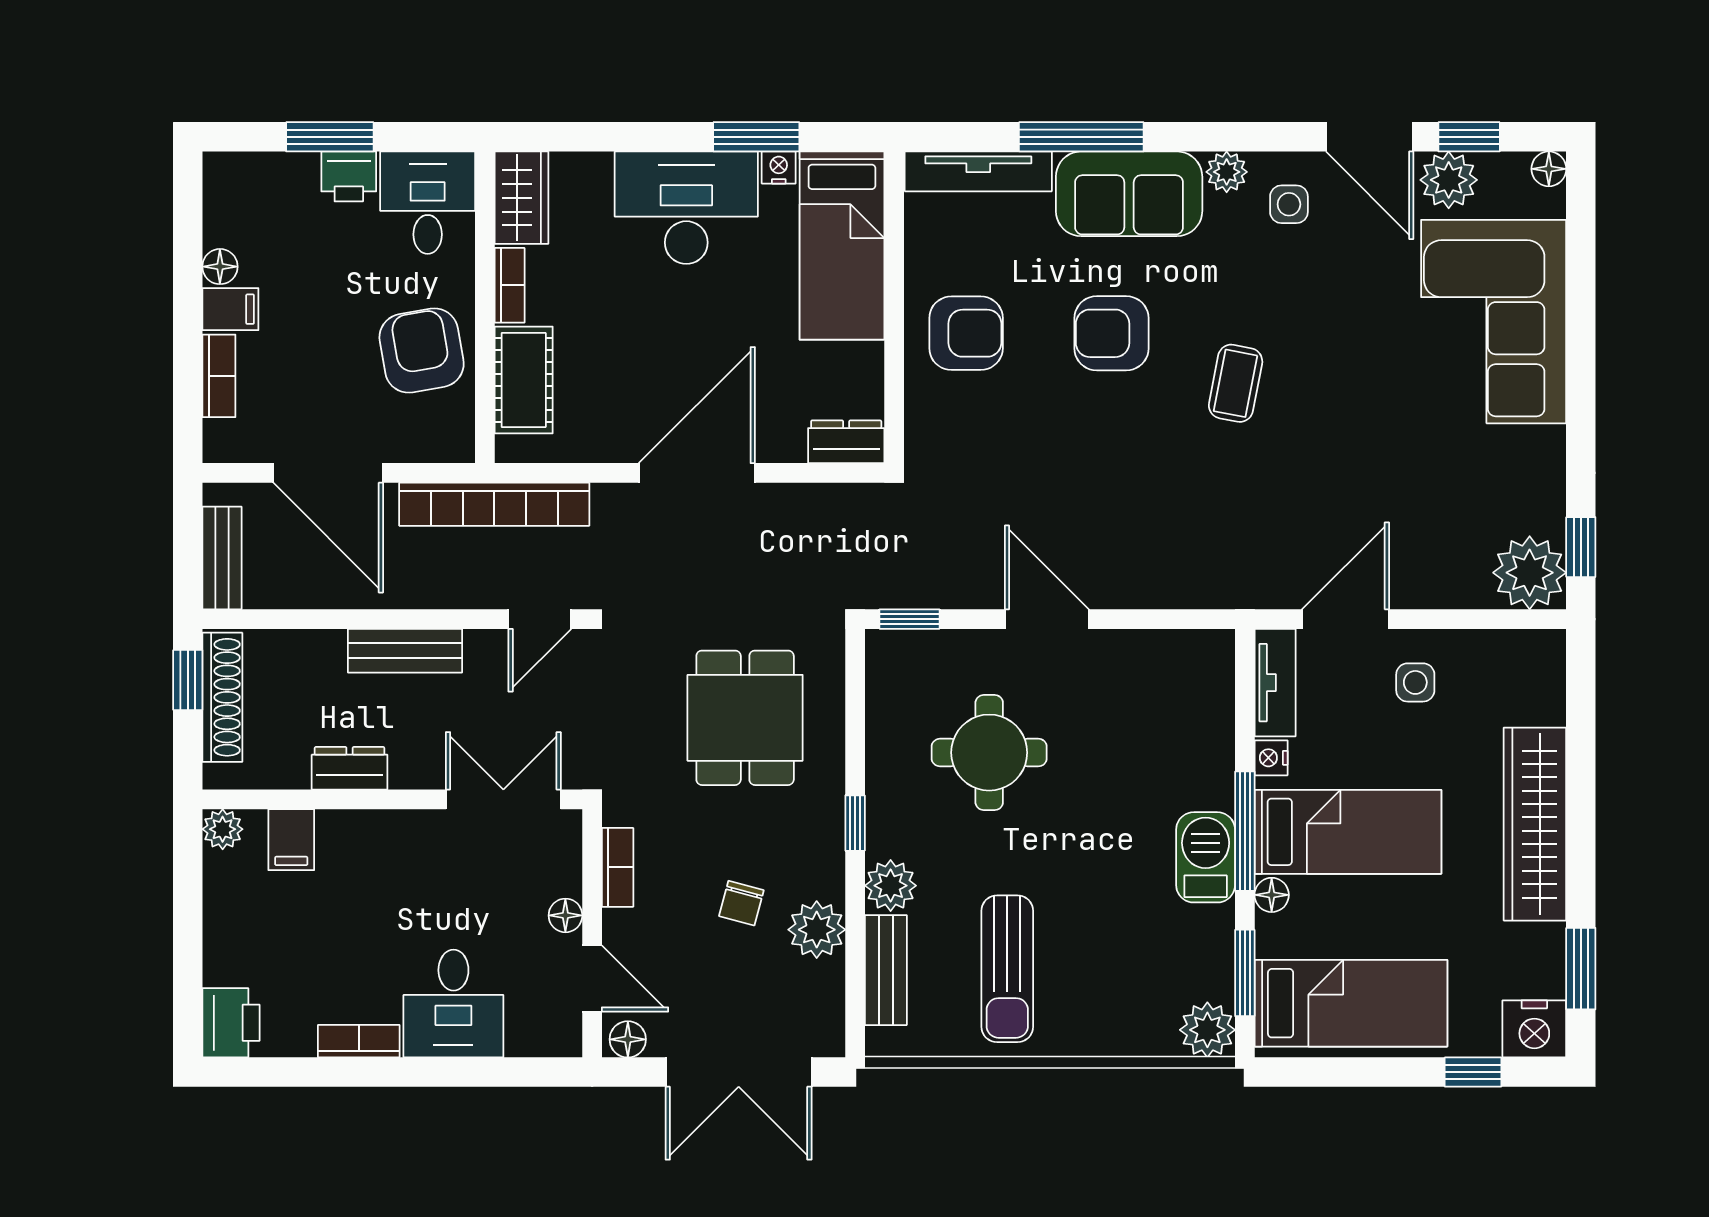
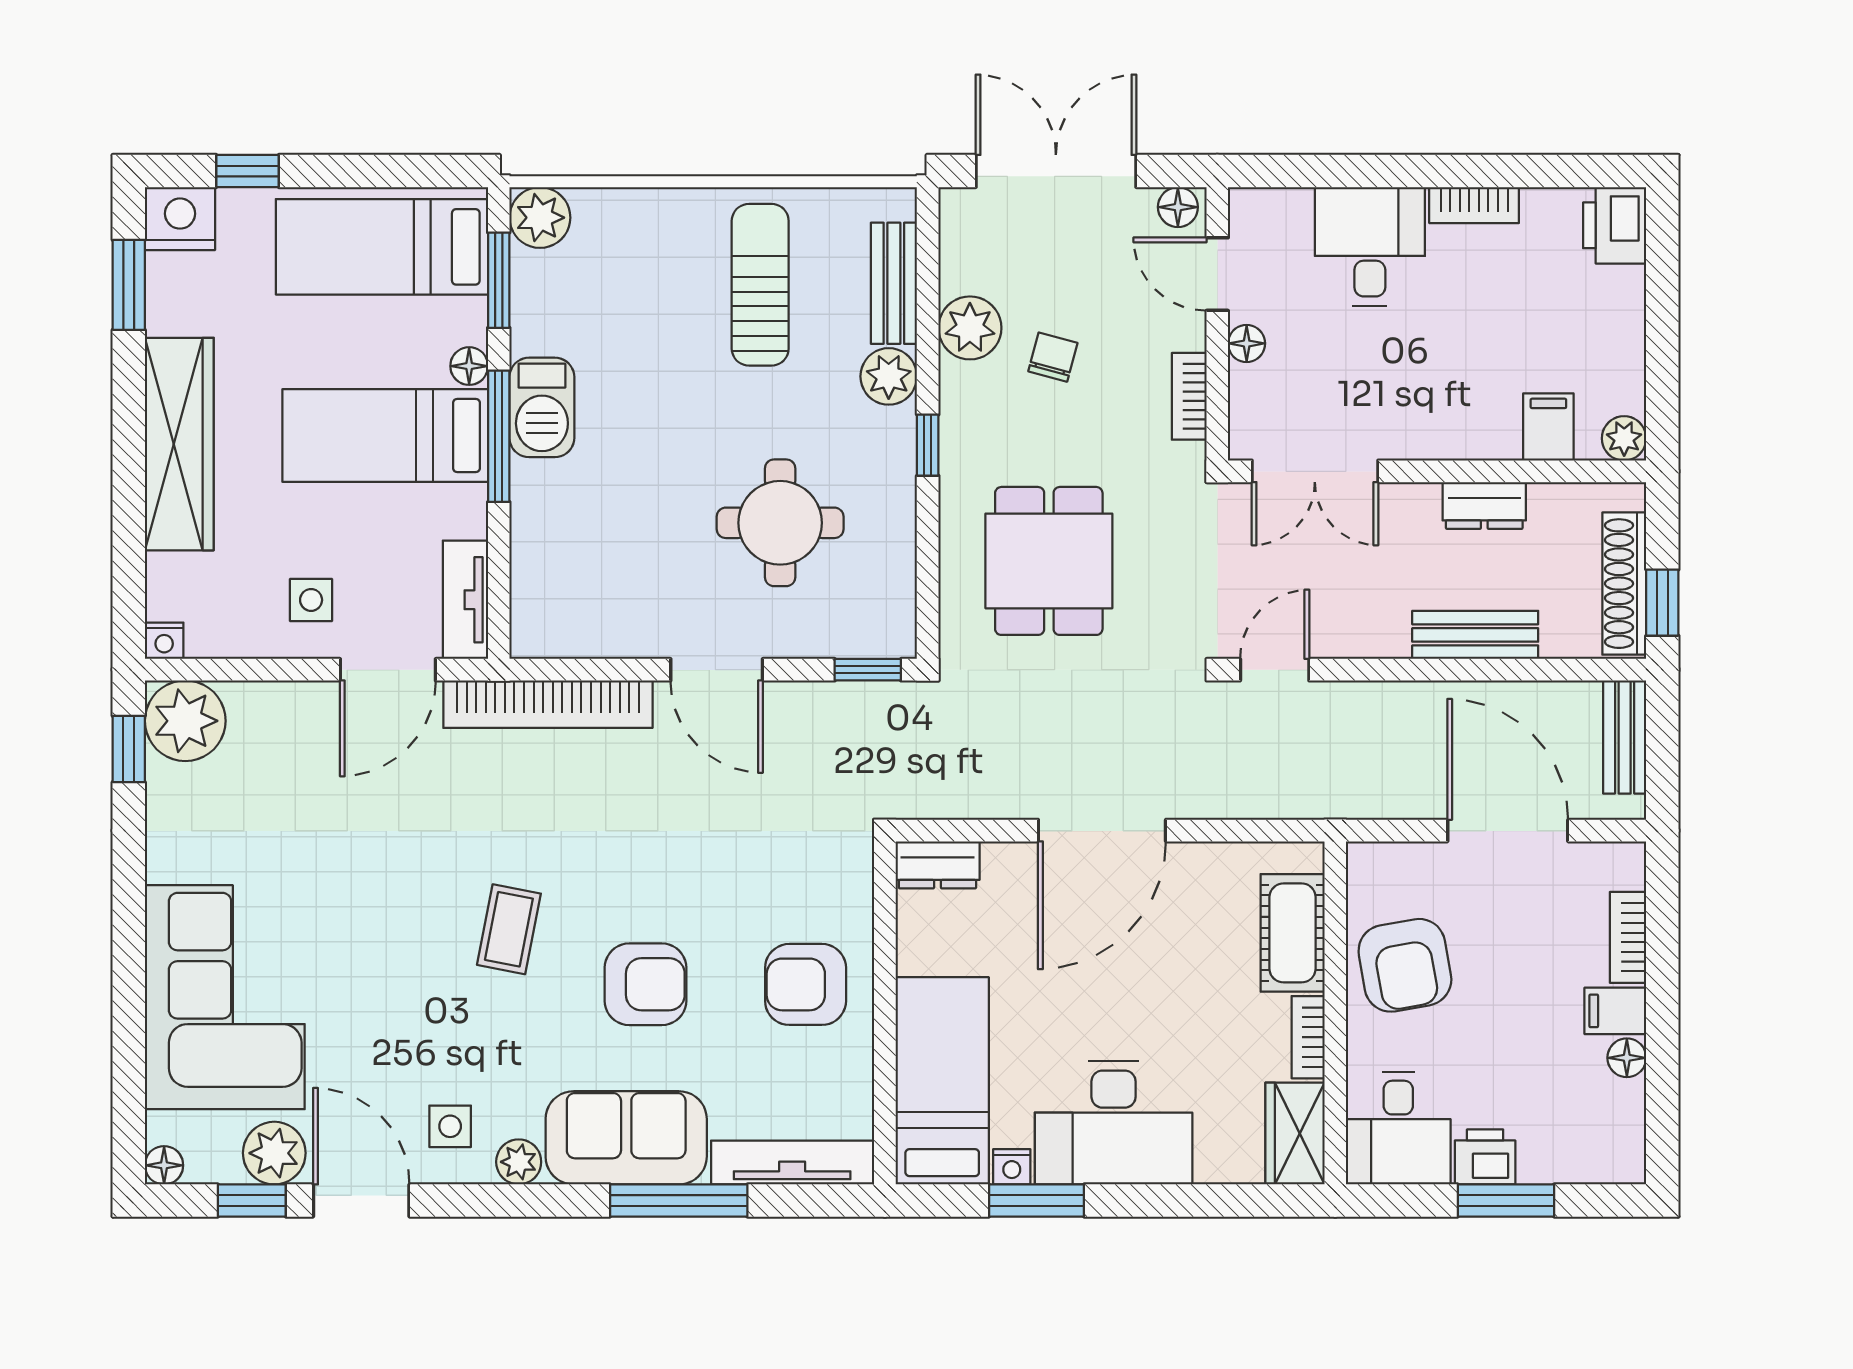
bookcase: (494, 504) -> (548, 704), moved, turned 180
bench: (405, 651) -> (1475, 635), moved
nightstand: (1271, 758) -> (164, 641), moved, turned 90

